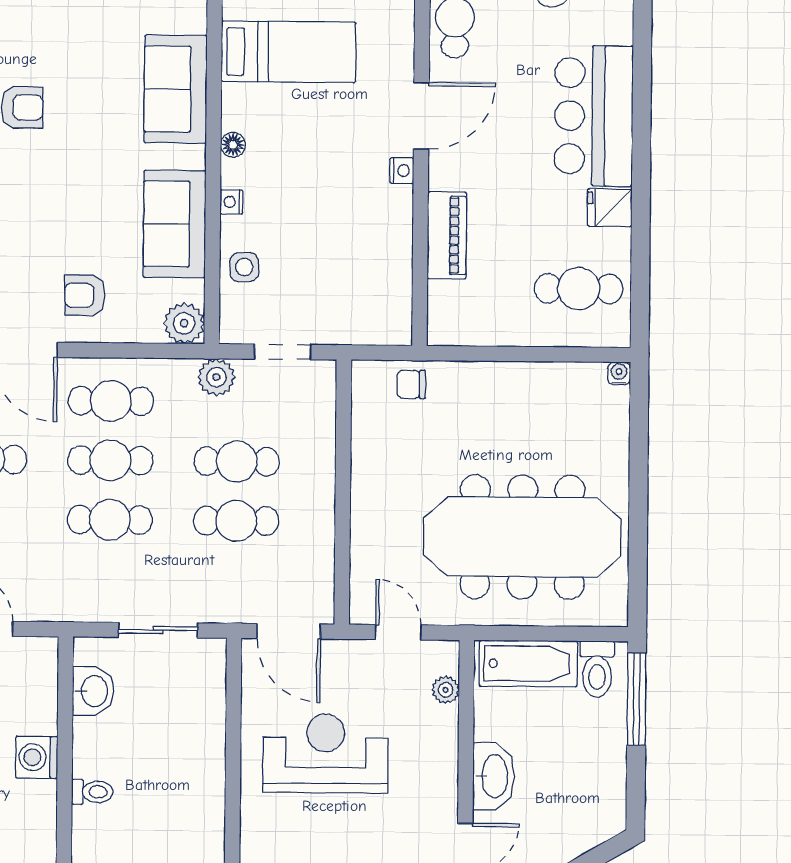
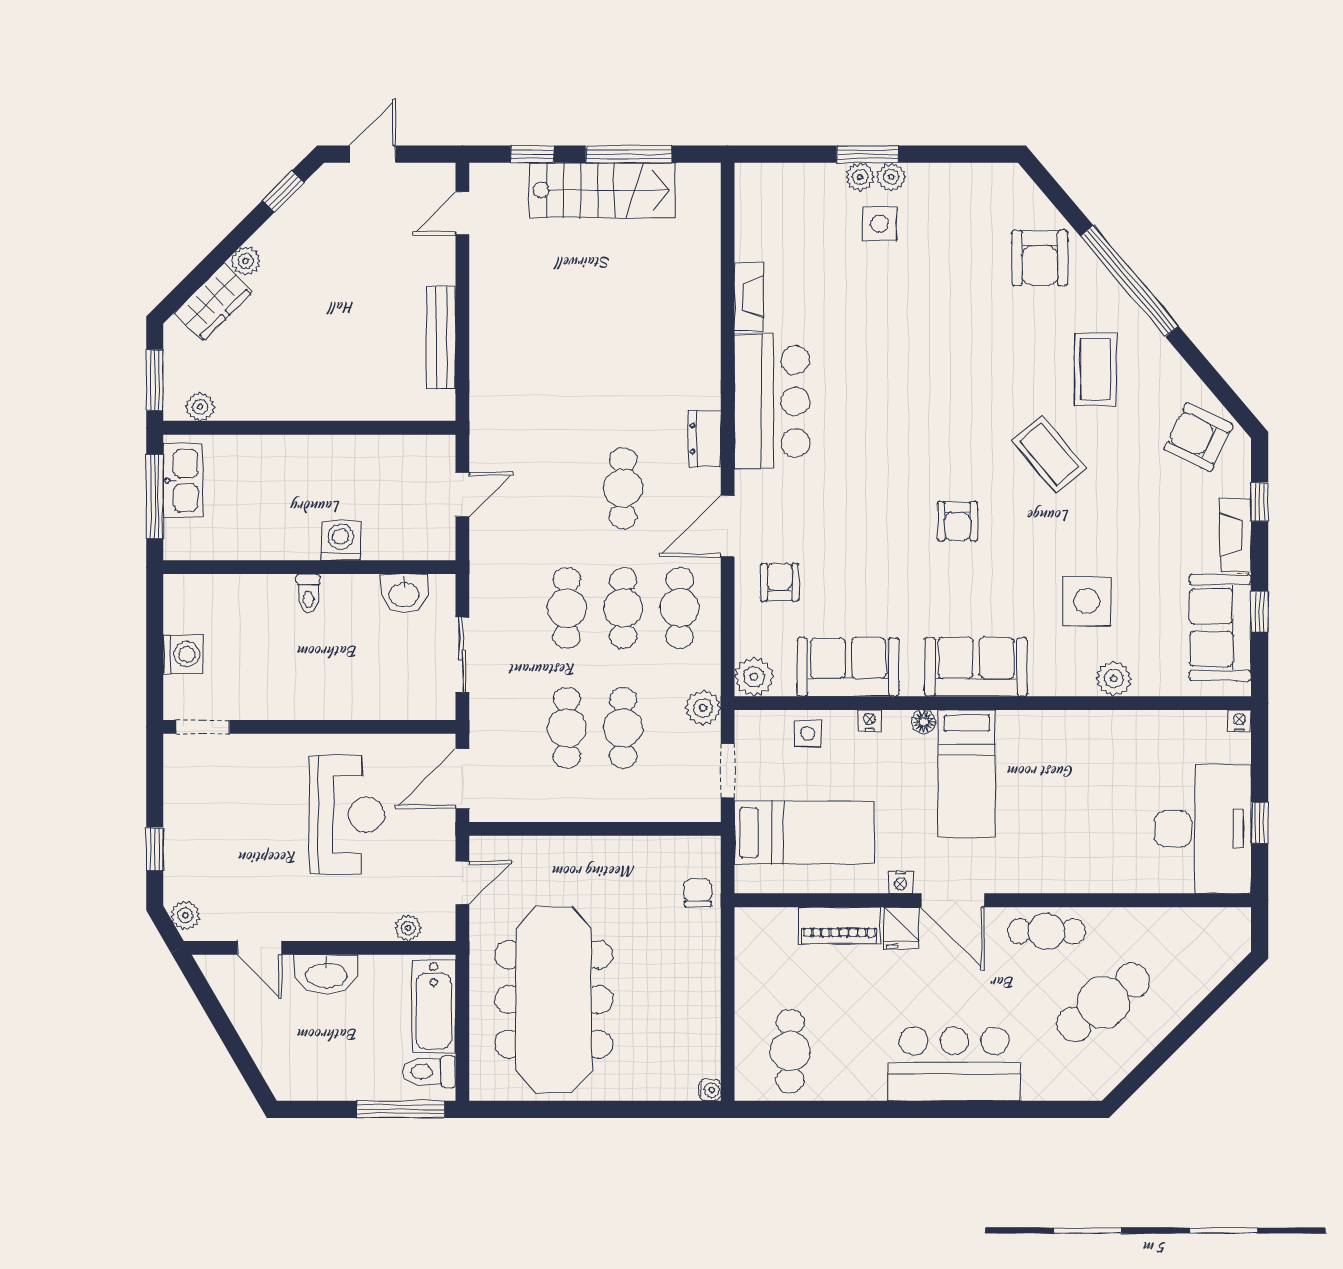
bed: (289, 52) -> (967, 774), moved
fridge: (610, 208) -> (901, 928), moved, turned 180
bed: (349, 272) -> (804, 833), added

